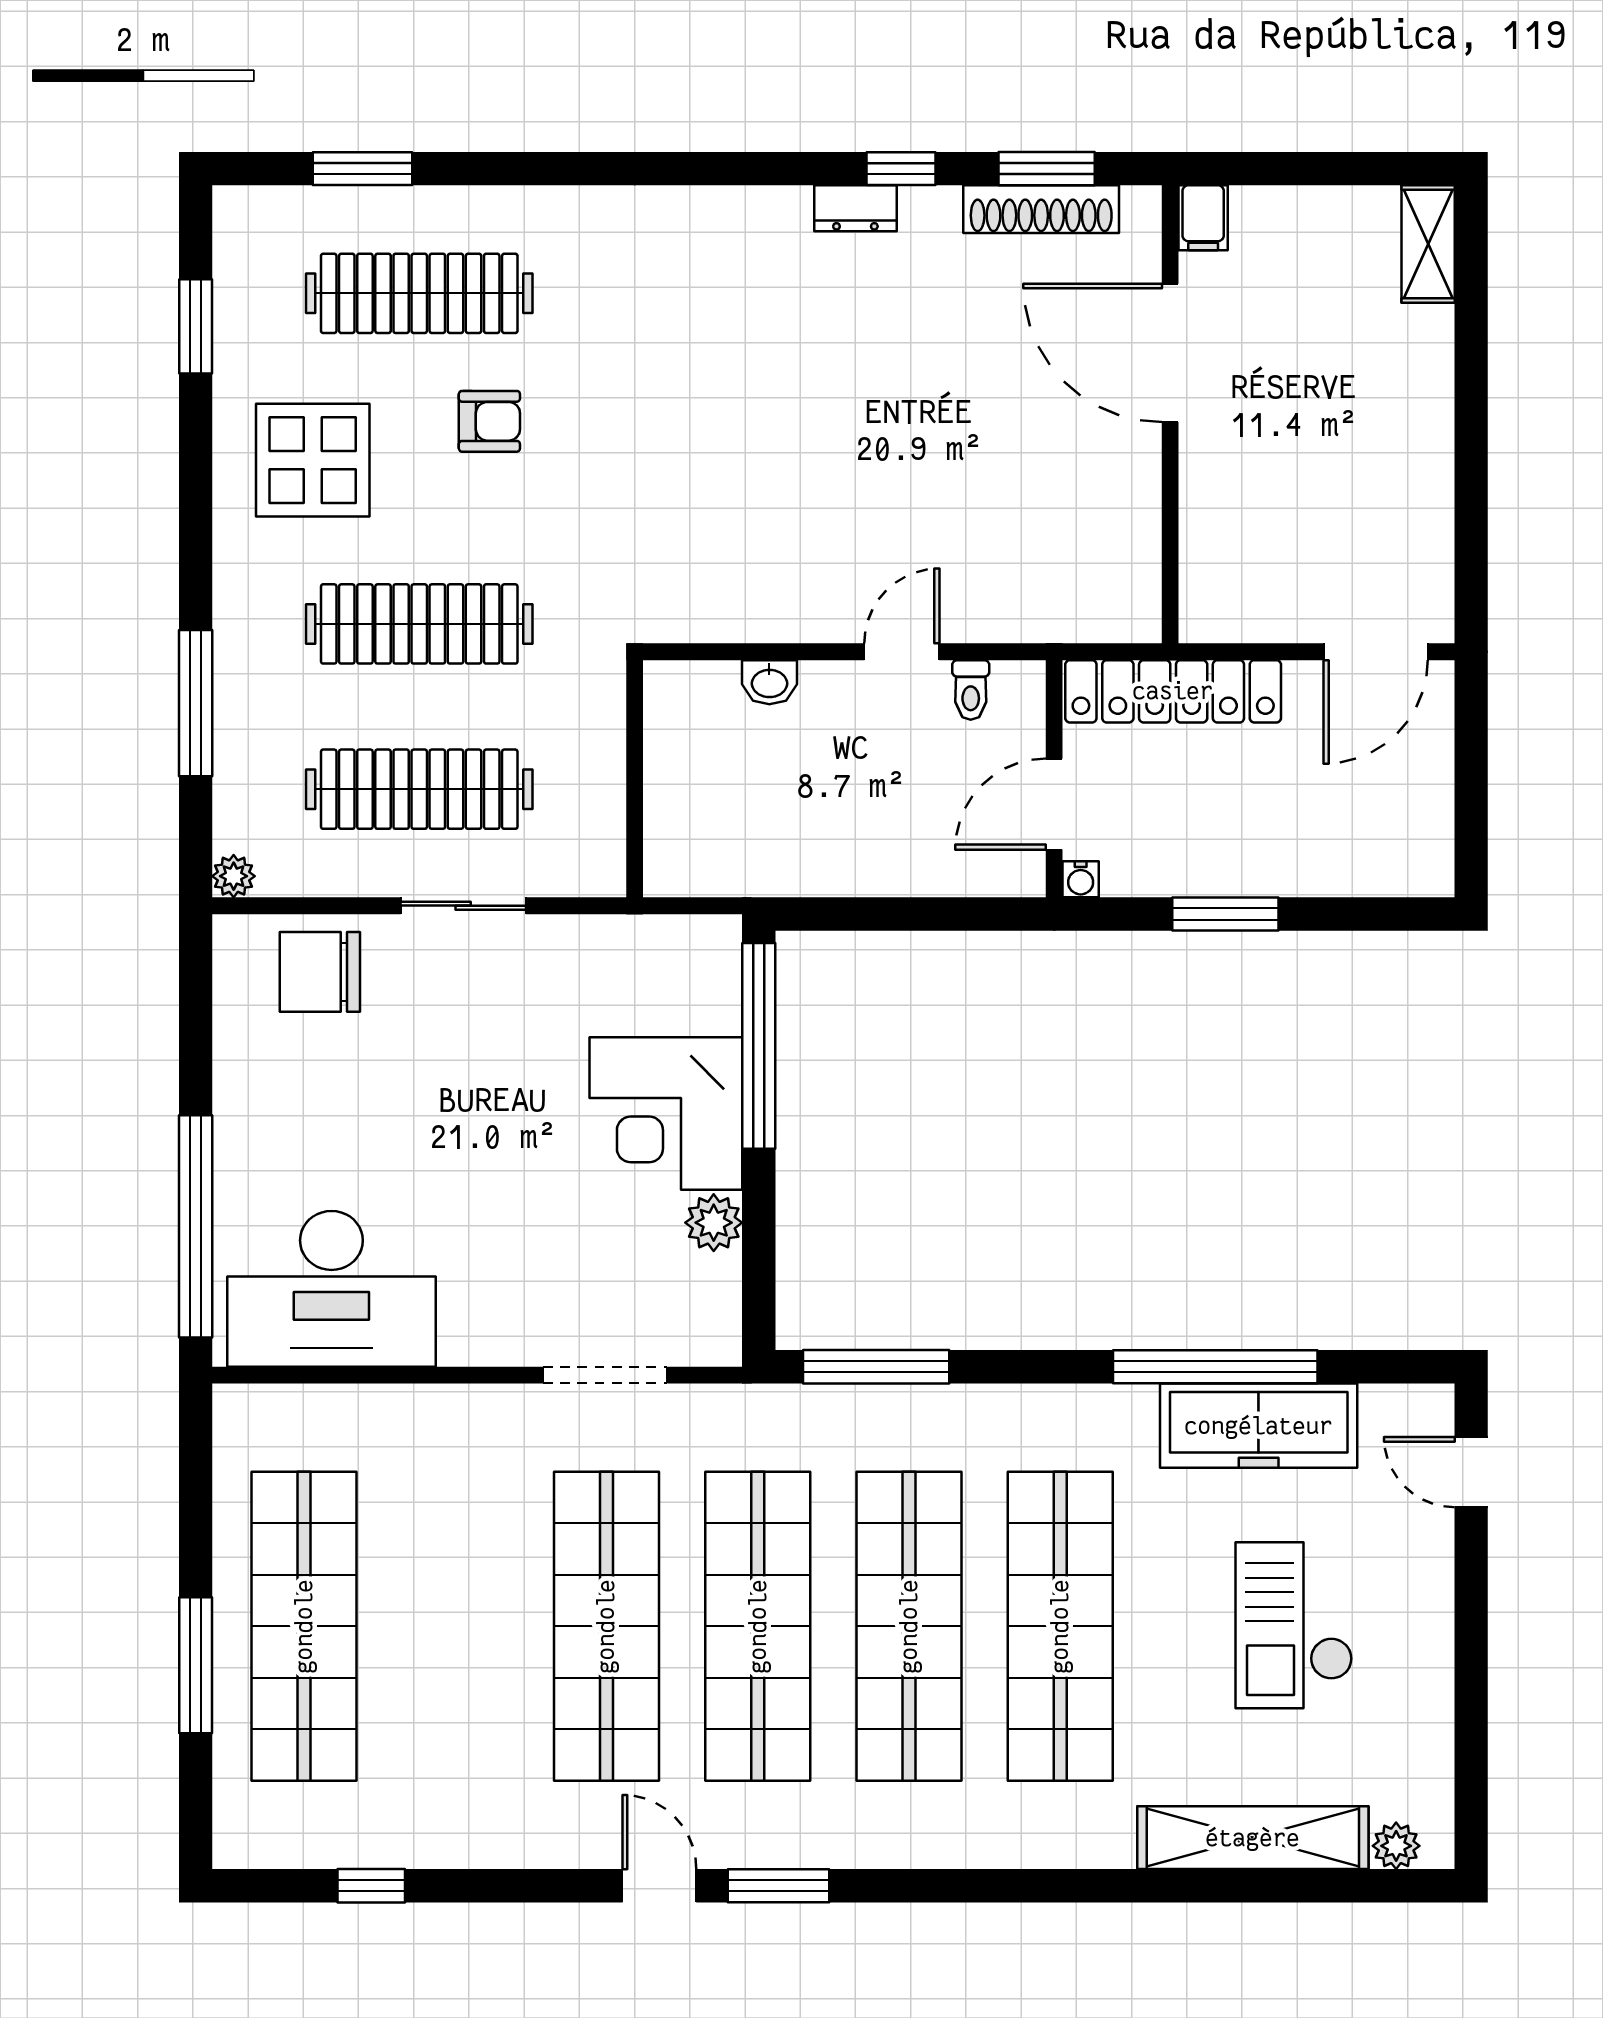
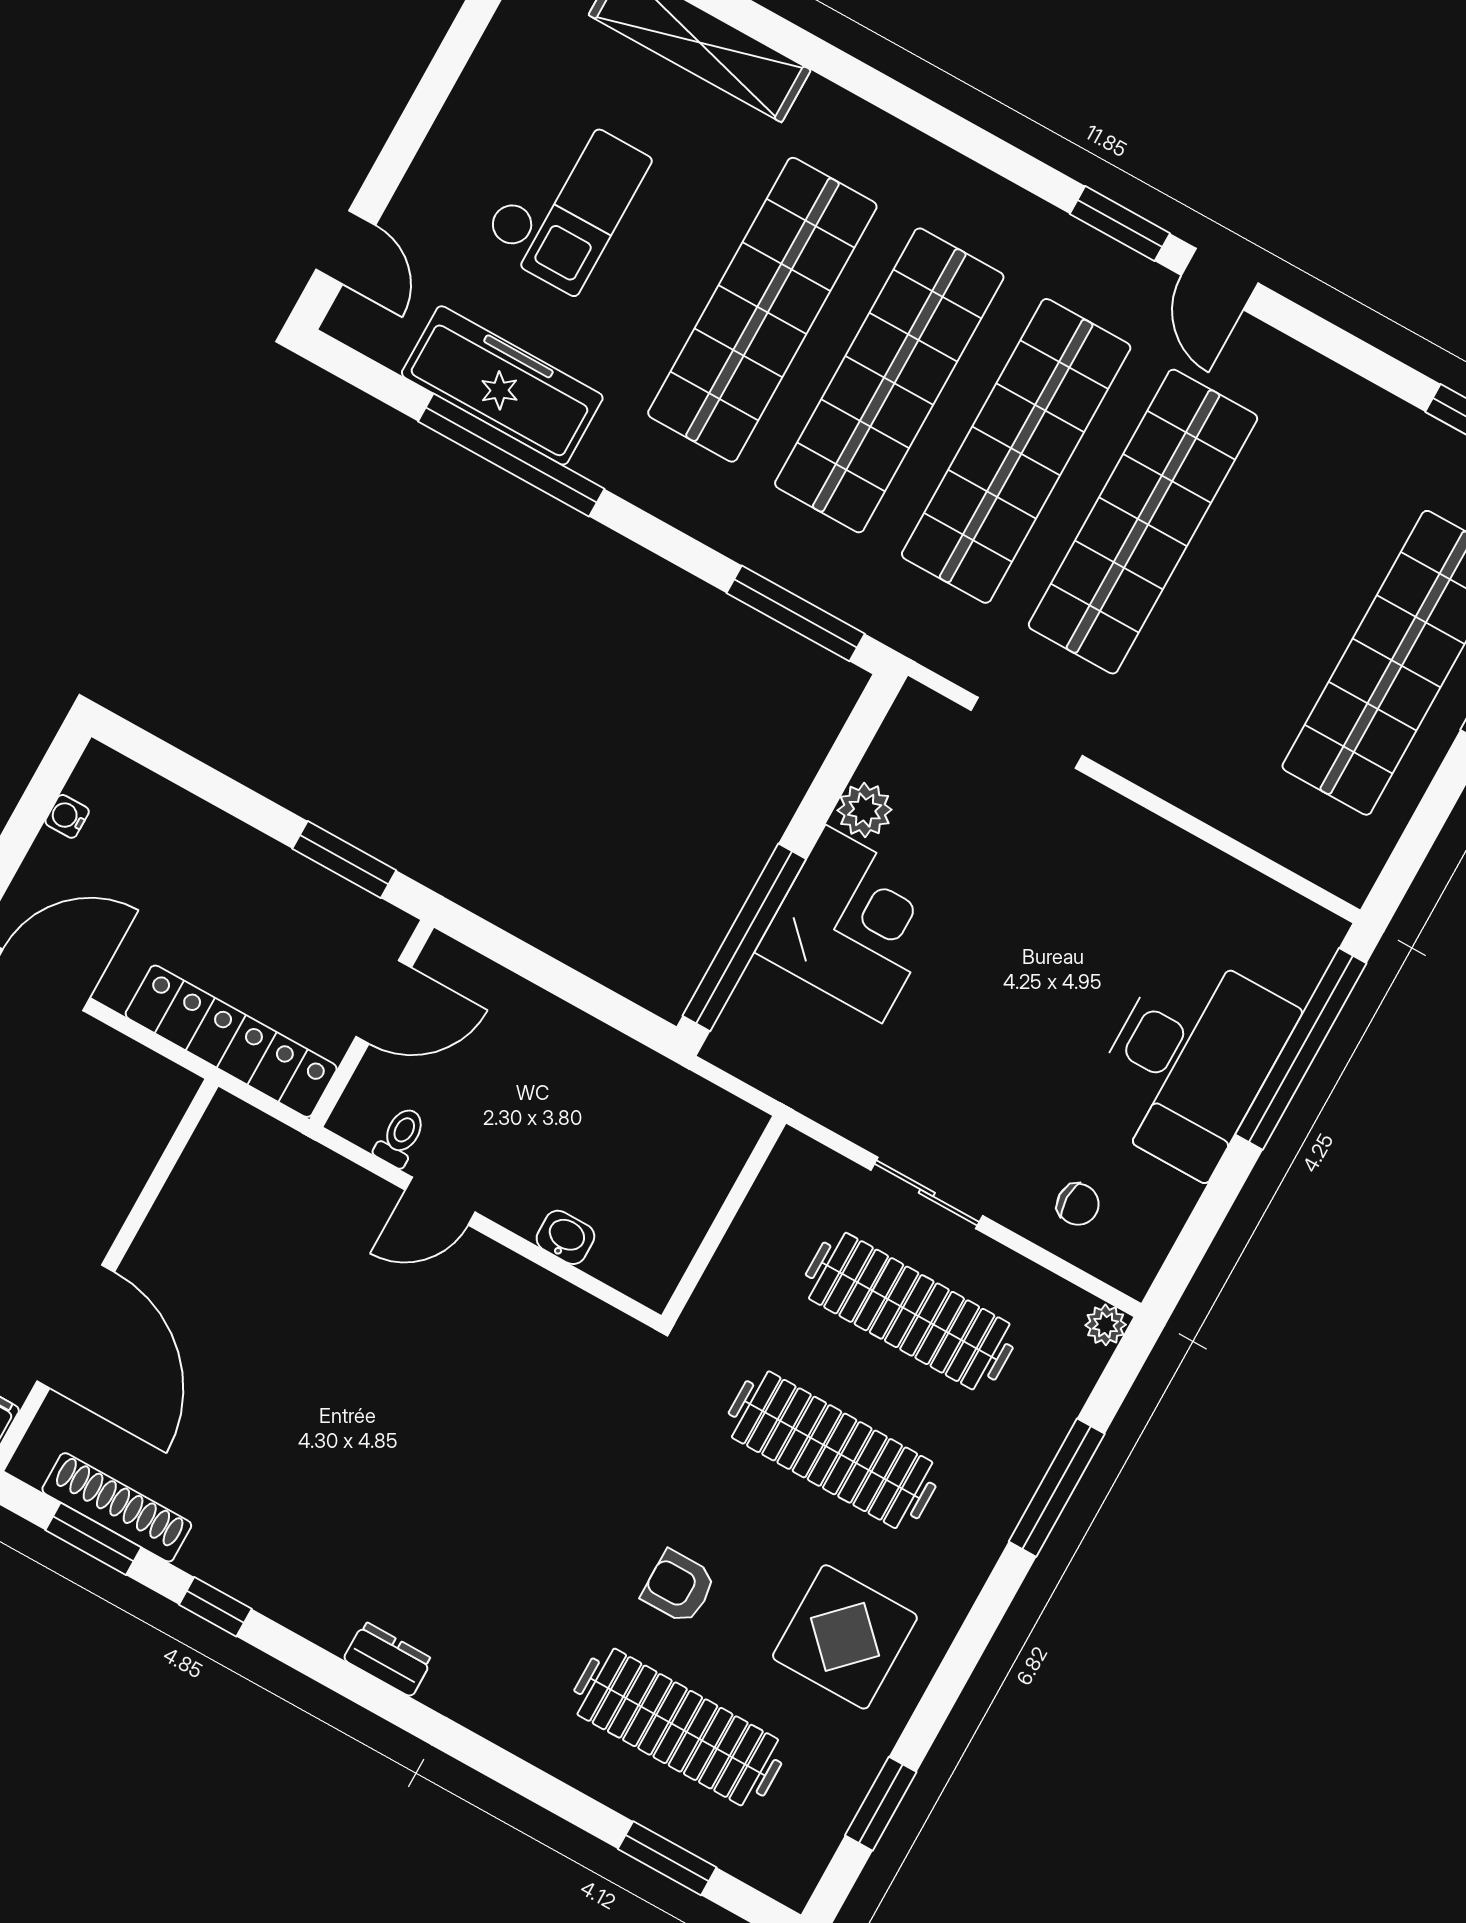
dresser: (855, 208) -> (388, 1659), moved
water cooler: (1081, 879) -> (67, 816), moved, turned -90
window: (1225, 914) -> (344, 860), moved
chair: (320, 972) -> (1078, 1204), width x0.54, depth x0.54
desk: (331, 1289) -> (1190, 1062), moved, turned 90

